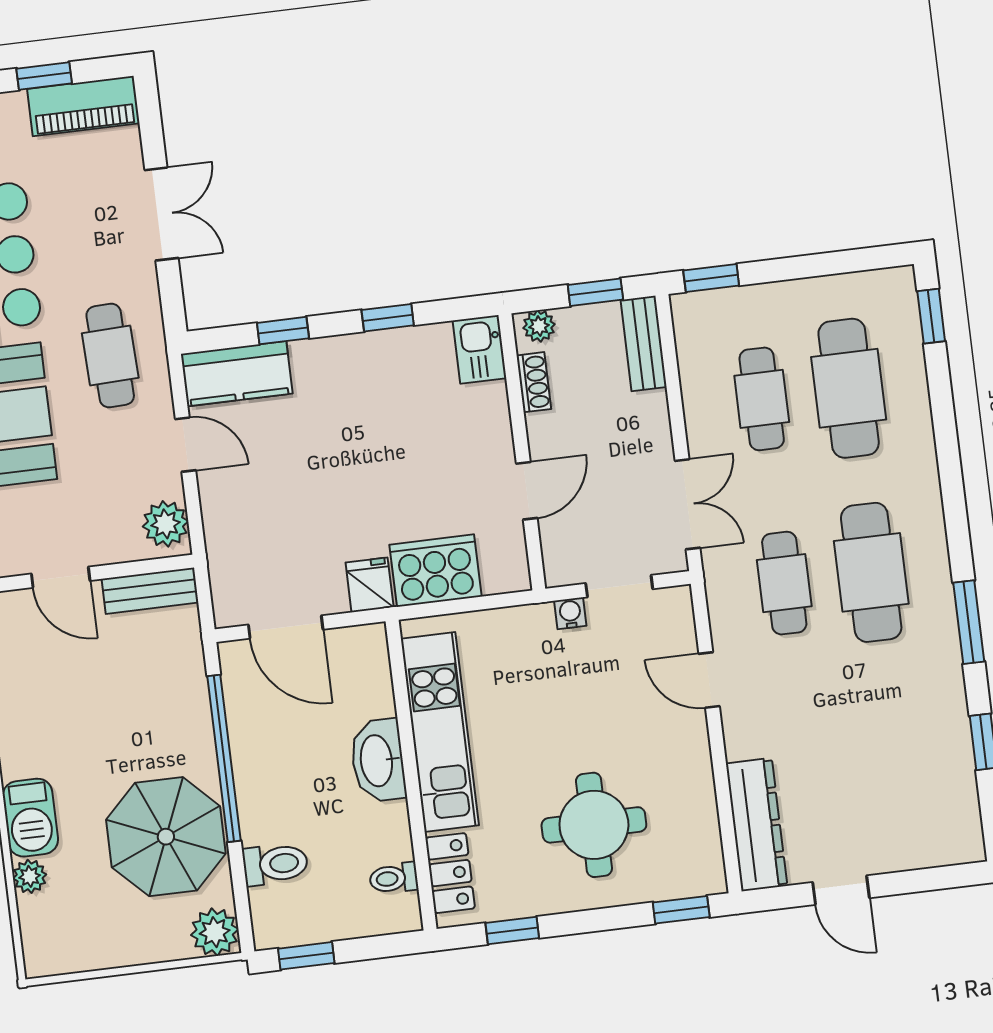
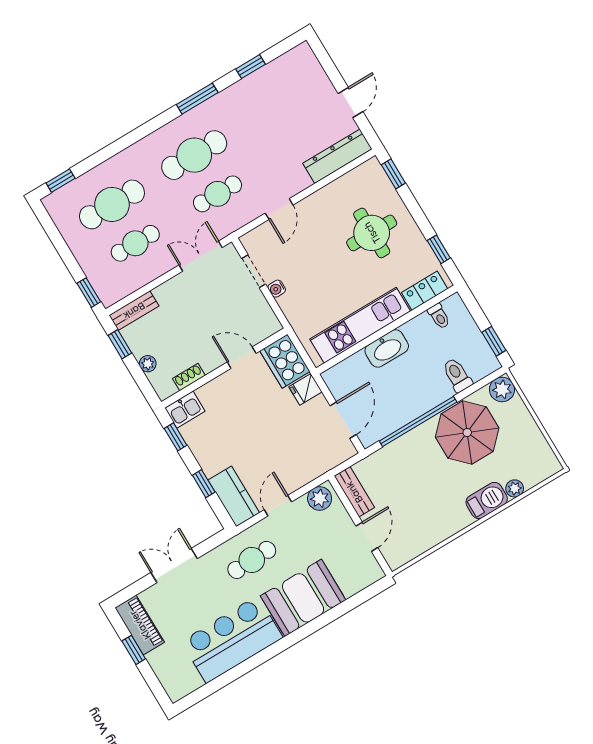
kitchen sink: (480, 349) -> (185, 410), moved
shoe rack: (534, 382) -> (189, 377), moved
wall: (522, 452) -> (224, 368), moved
door: (527, 491) -> (242, 358), moved

